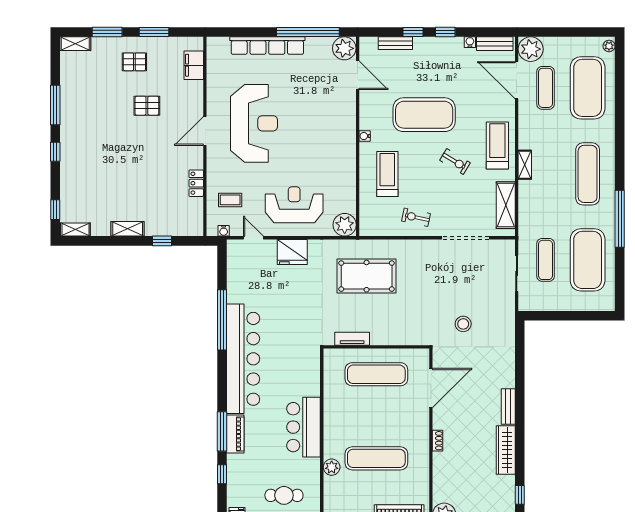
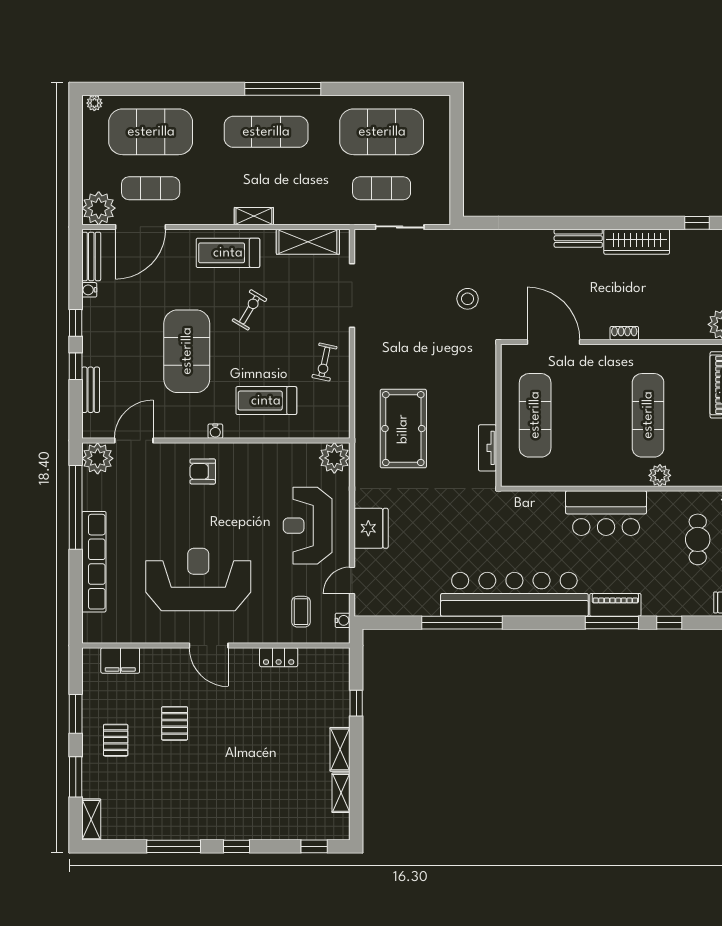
armchair: (335, 127) -> (203, 471), added
window: (620, 219) -> (283, 89), moved
shelving: (75, 230) -> (341, 793), moved

